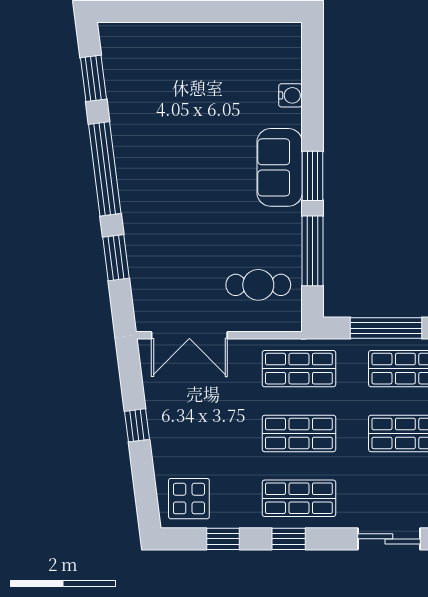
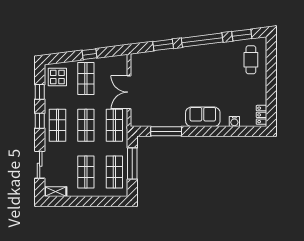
locker: (275, 34) -> (261, 115), added
window: (313, 176) -> (199, 131), removed
cafe table: (258, 285) -> (251, 60), moved
double door: (189, 335) -> (129, 92), moved
shop shelf: (192, 433) -> (86, 79), added

